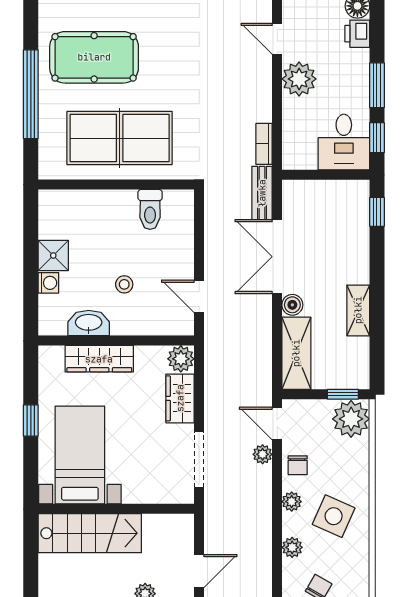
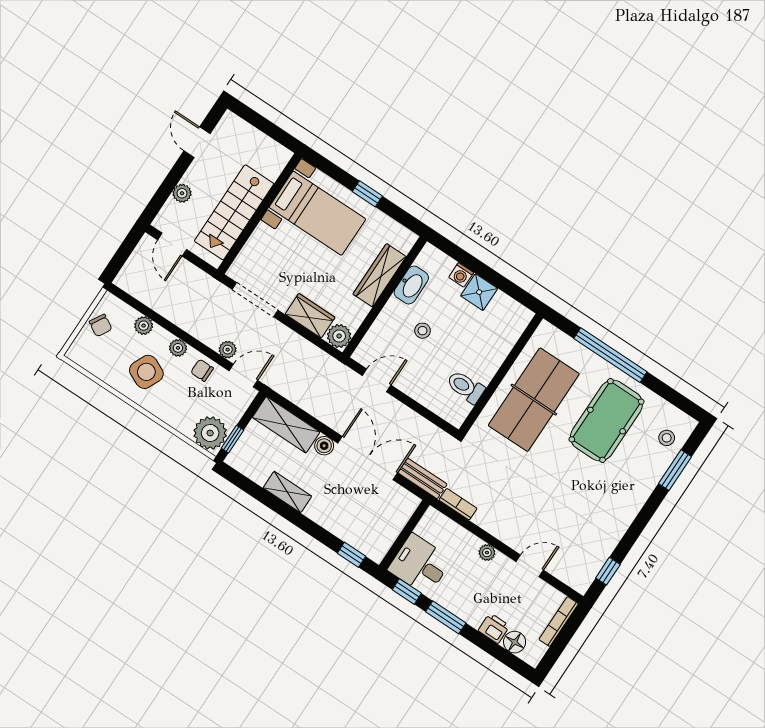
plant: (299, 79) -> (487, 553), width x0.53, depth x0.53
stairs: (90, 533) -> (234, 212), moved

